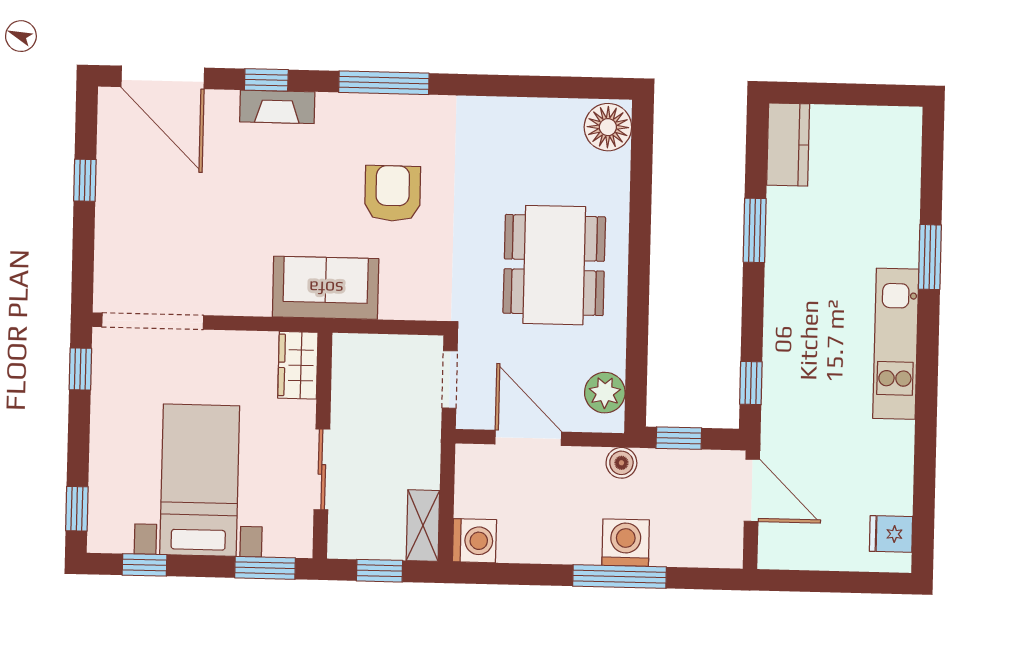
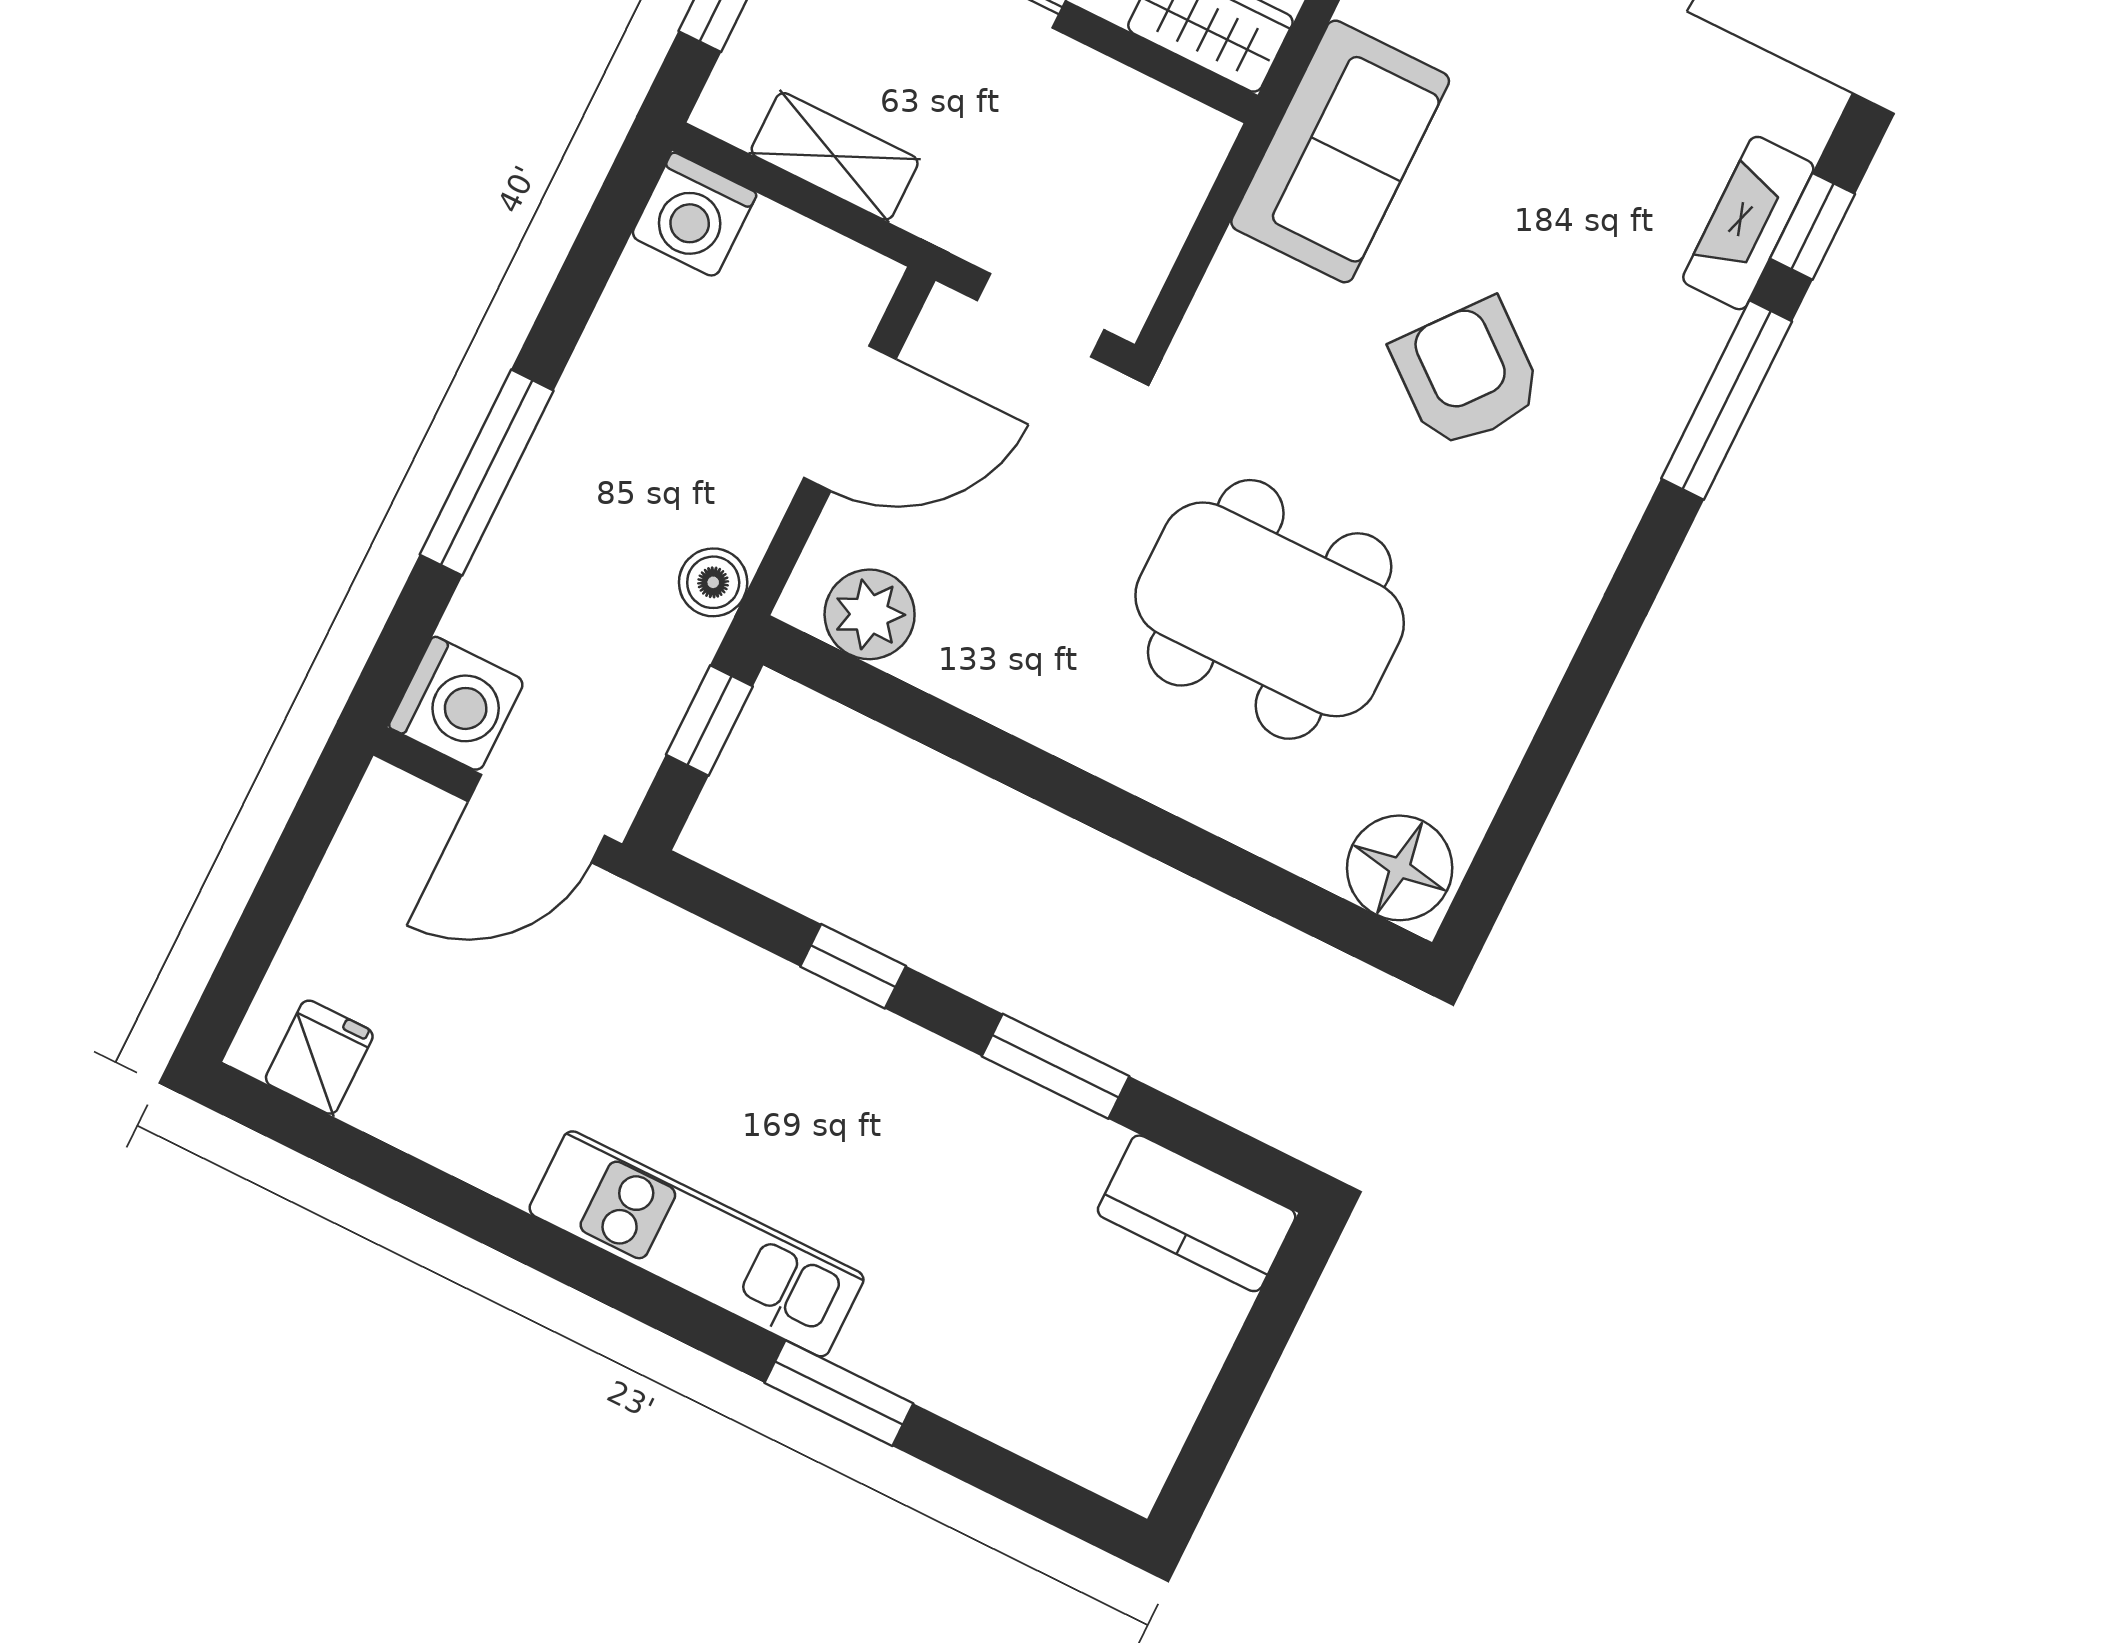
window: (384, 83) -> (1727, 400), moved
armchair: (393, 193) -> (1467, 374), turned -141
dining table: (554, 265) -> (1270, 609), moved
window: (751, 383) -> (853, 966), moved
shelving: (423, 526) -> (835, 156), moved
washing machine: (626, 543) -> (456, 704), moved

